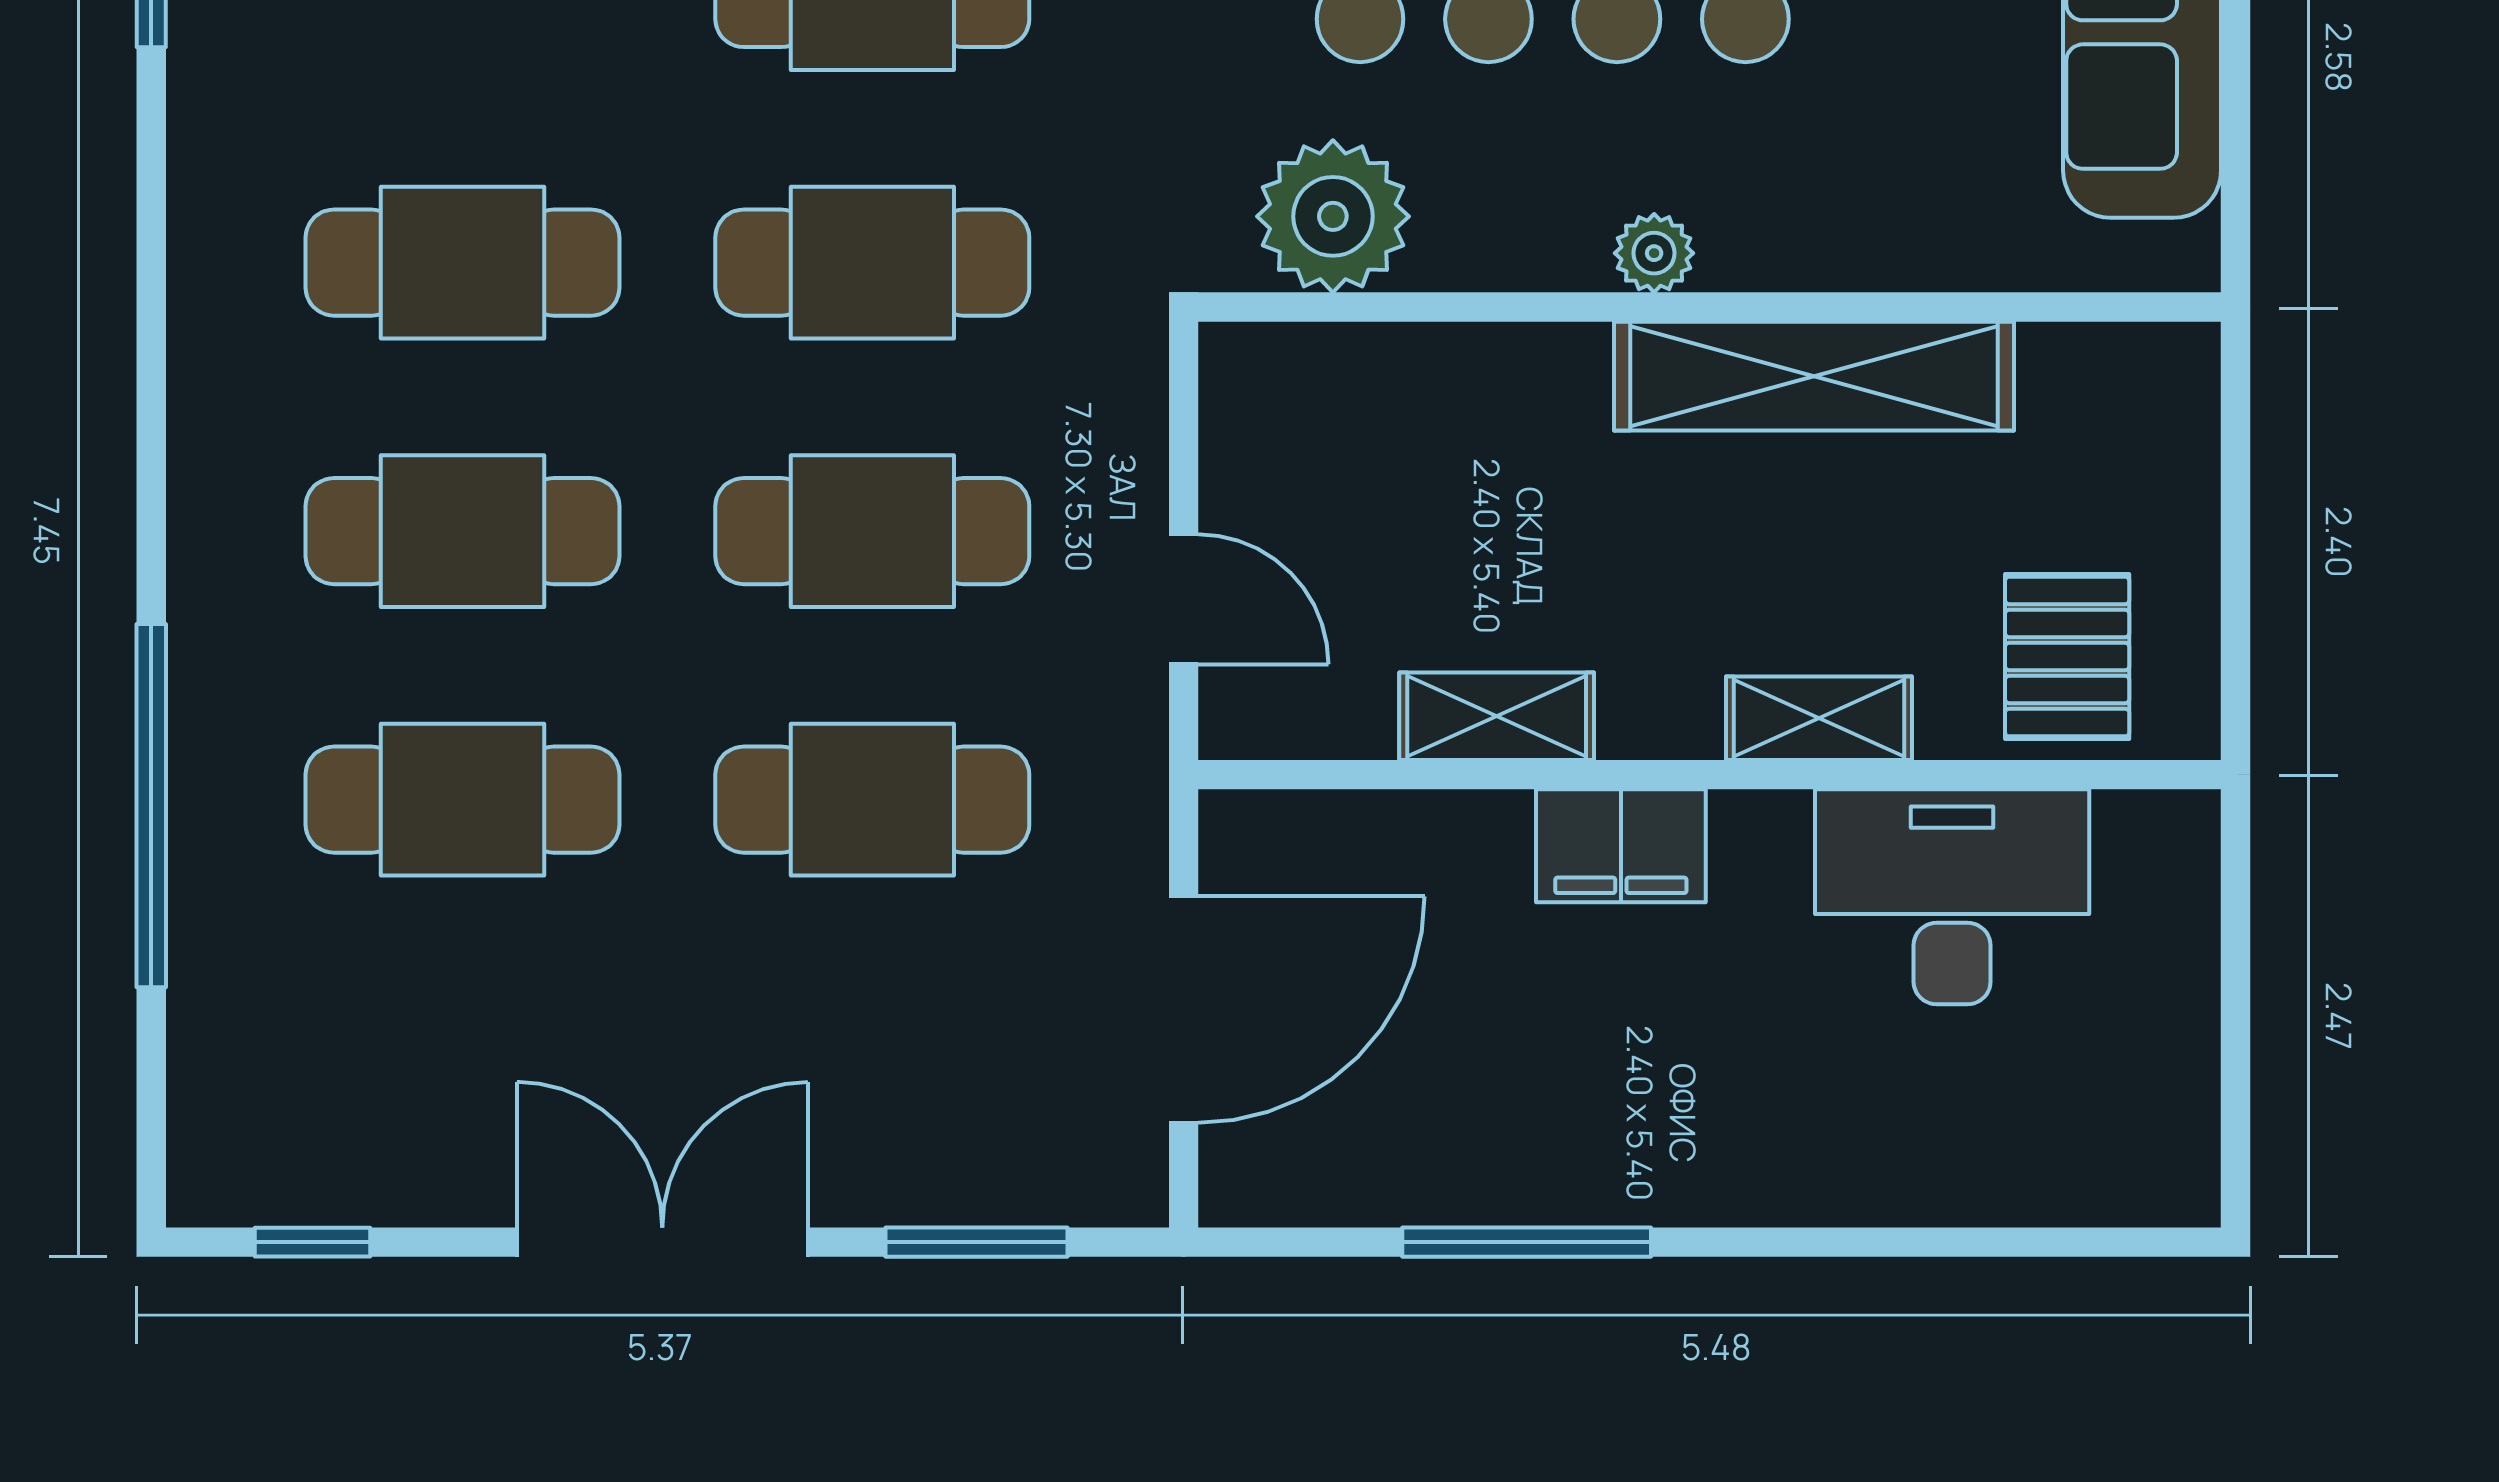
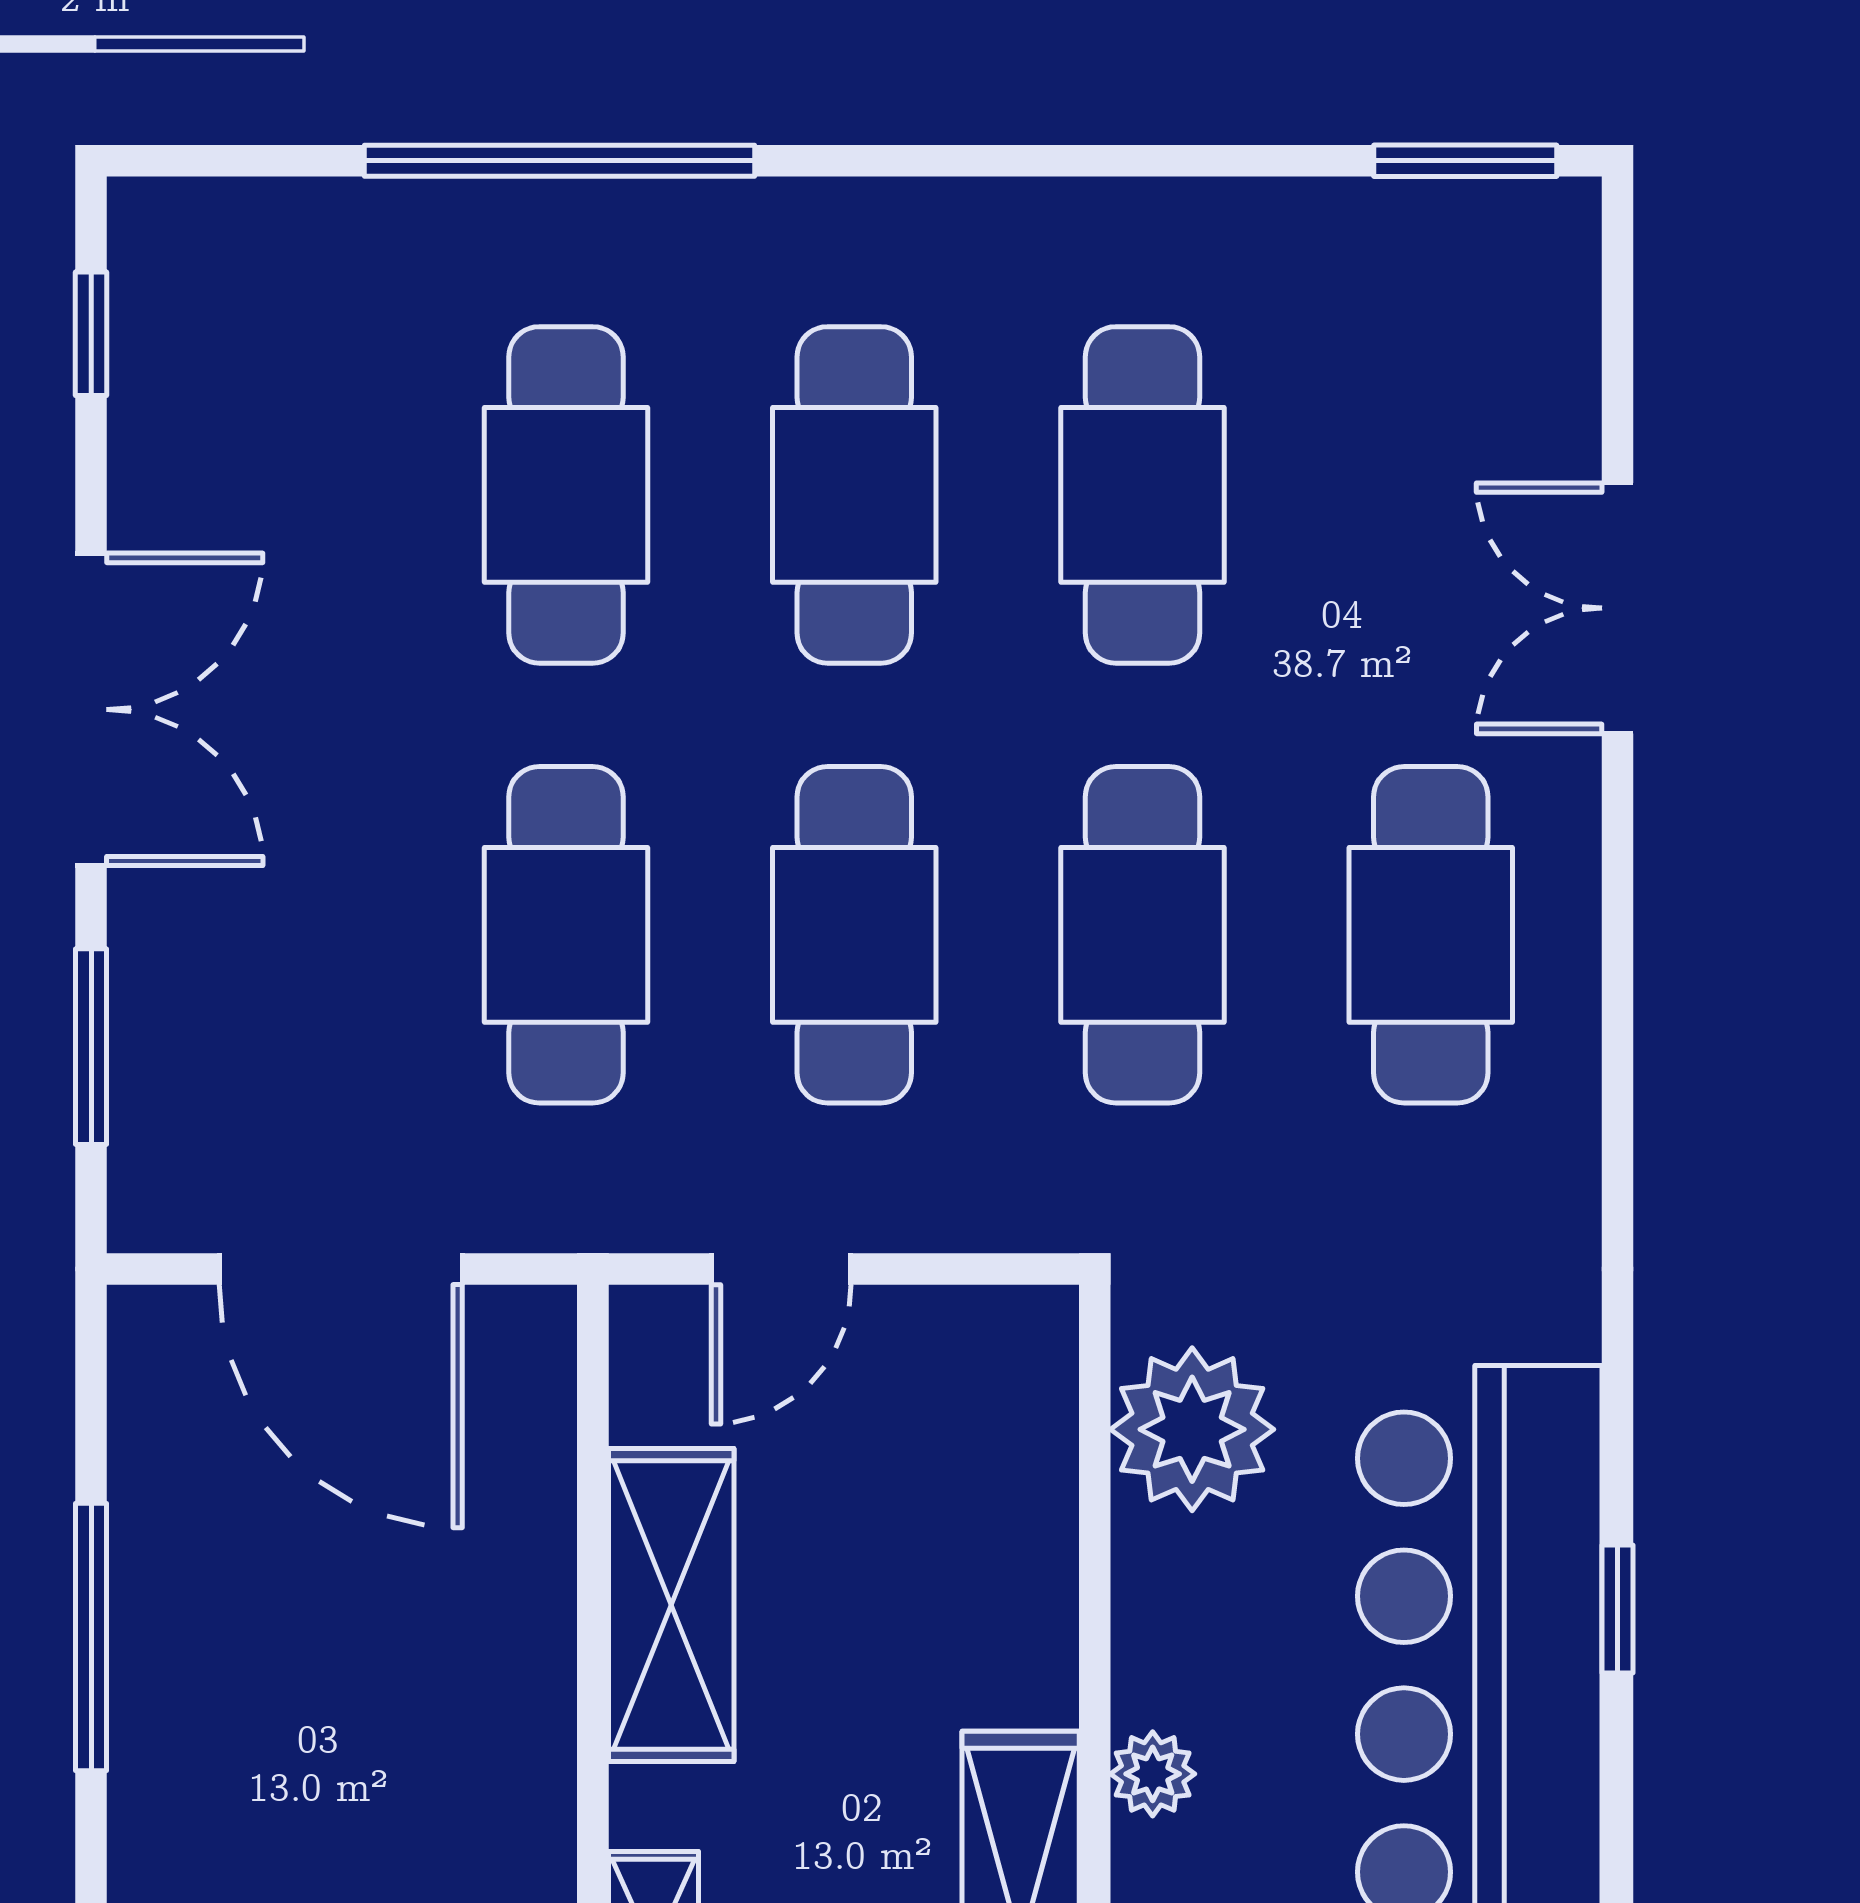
shelving: (1497, 716) -> (671, 1605), width x1.50, depth x1.33
filing cabinet: (1621, 846) -> (517, 1738), removed

